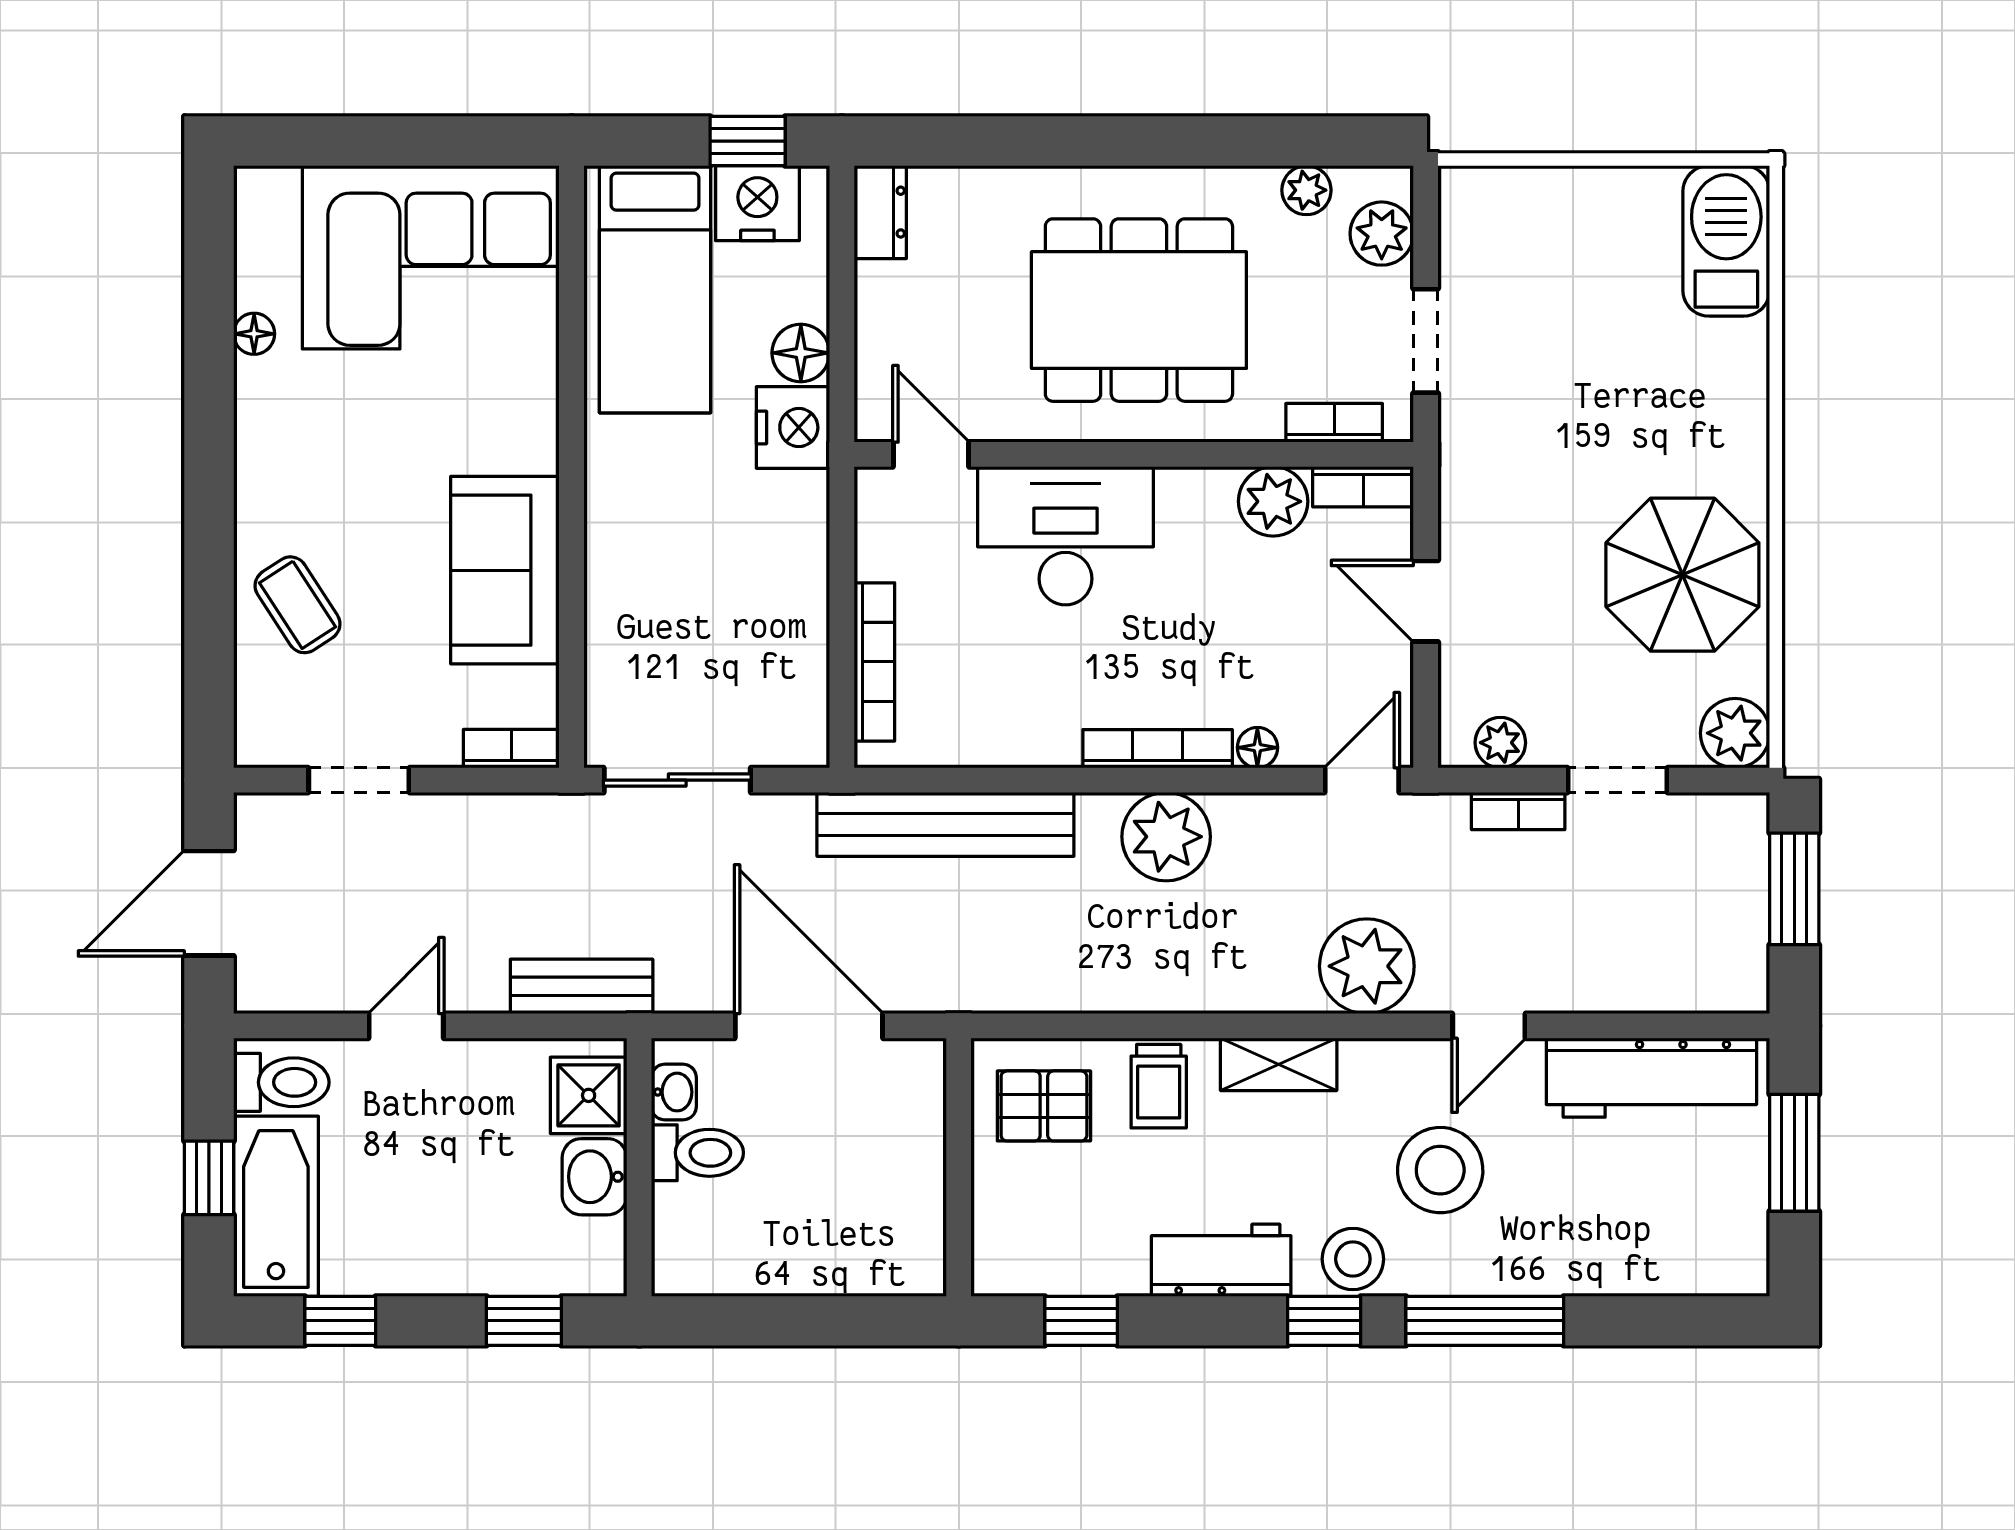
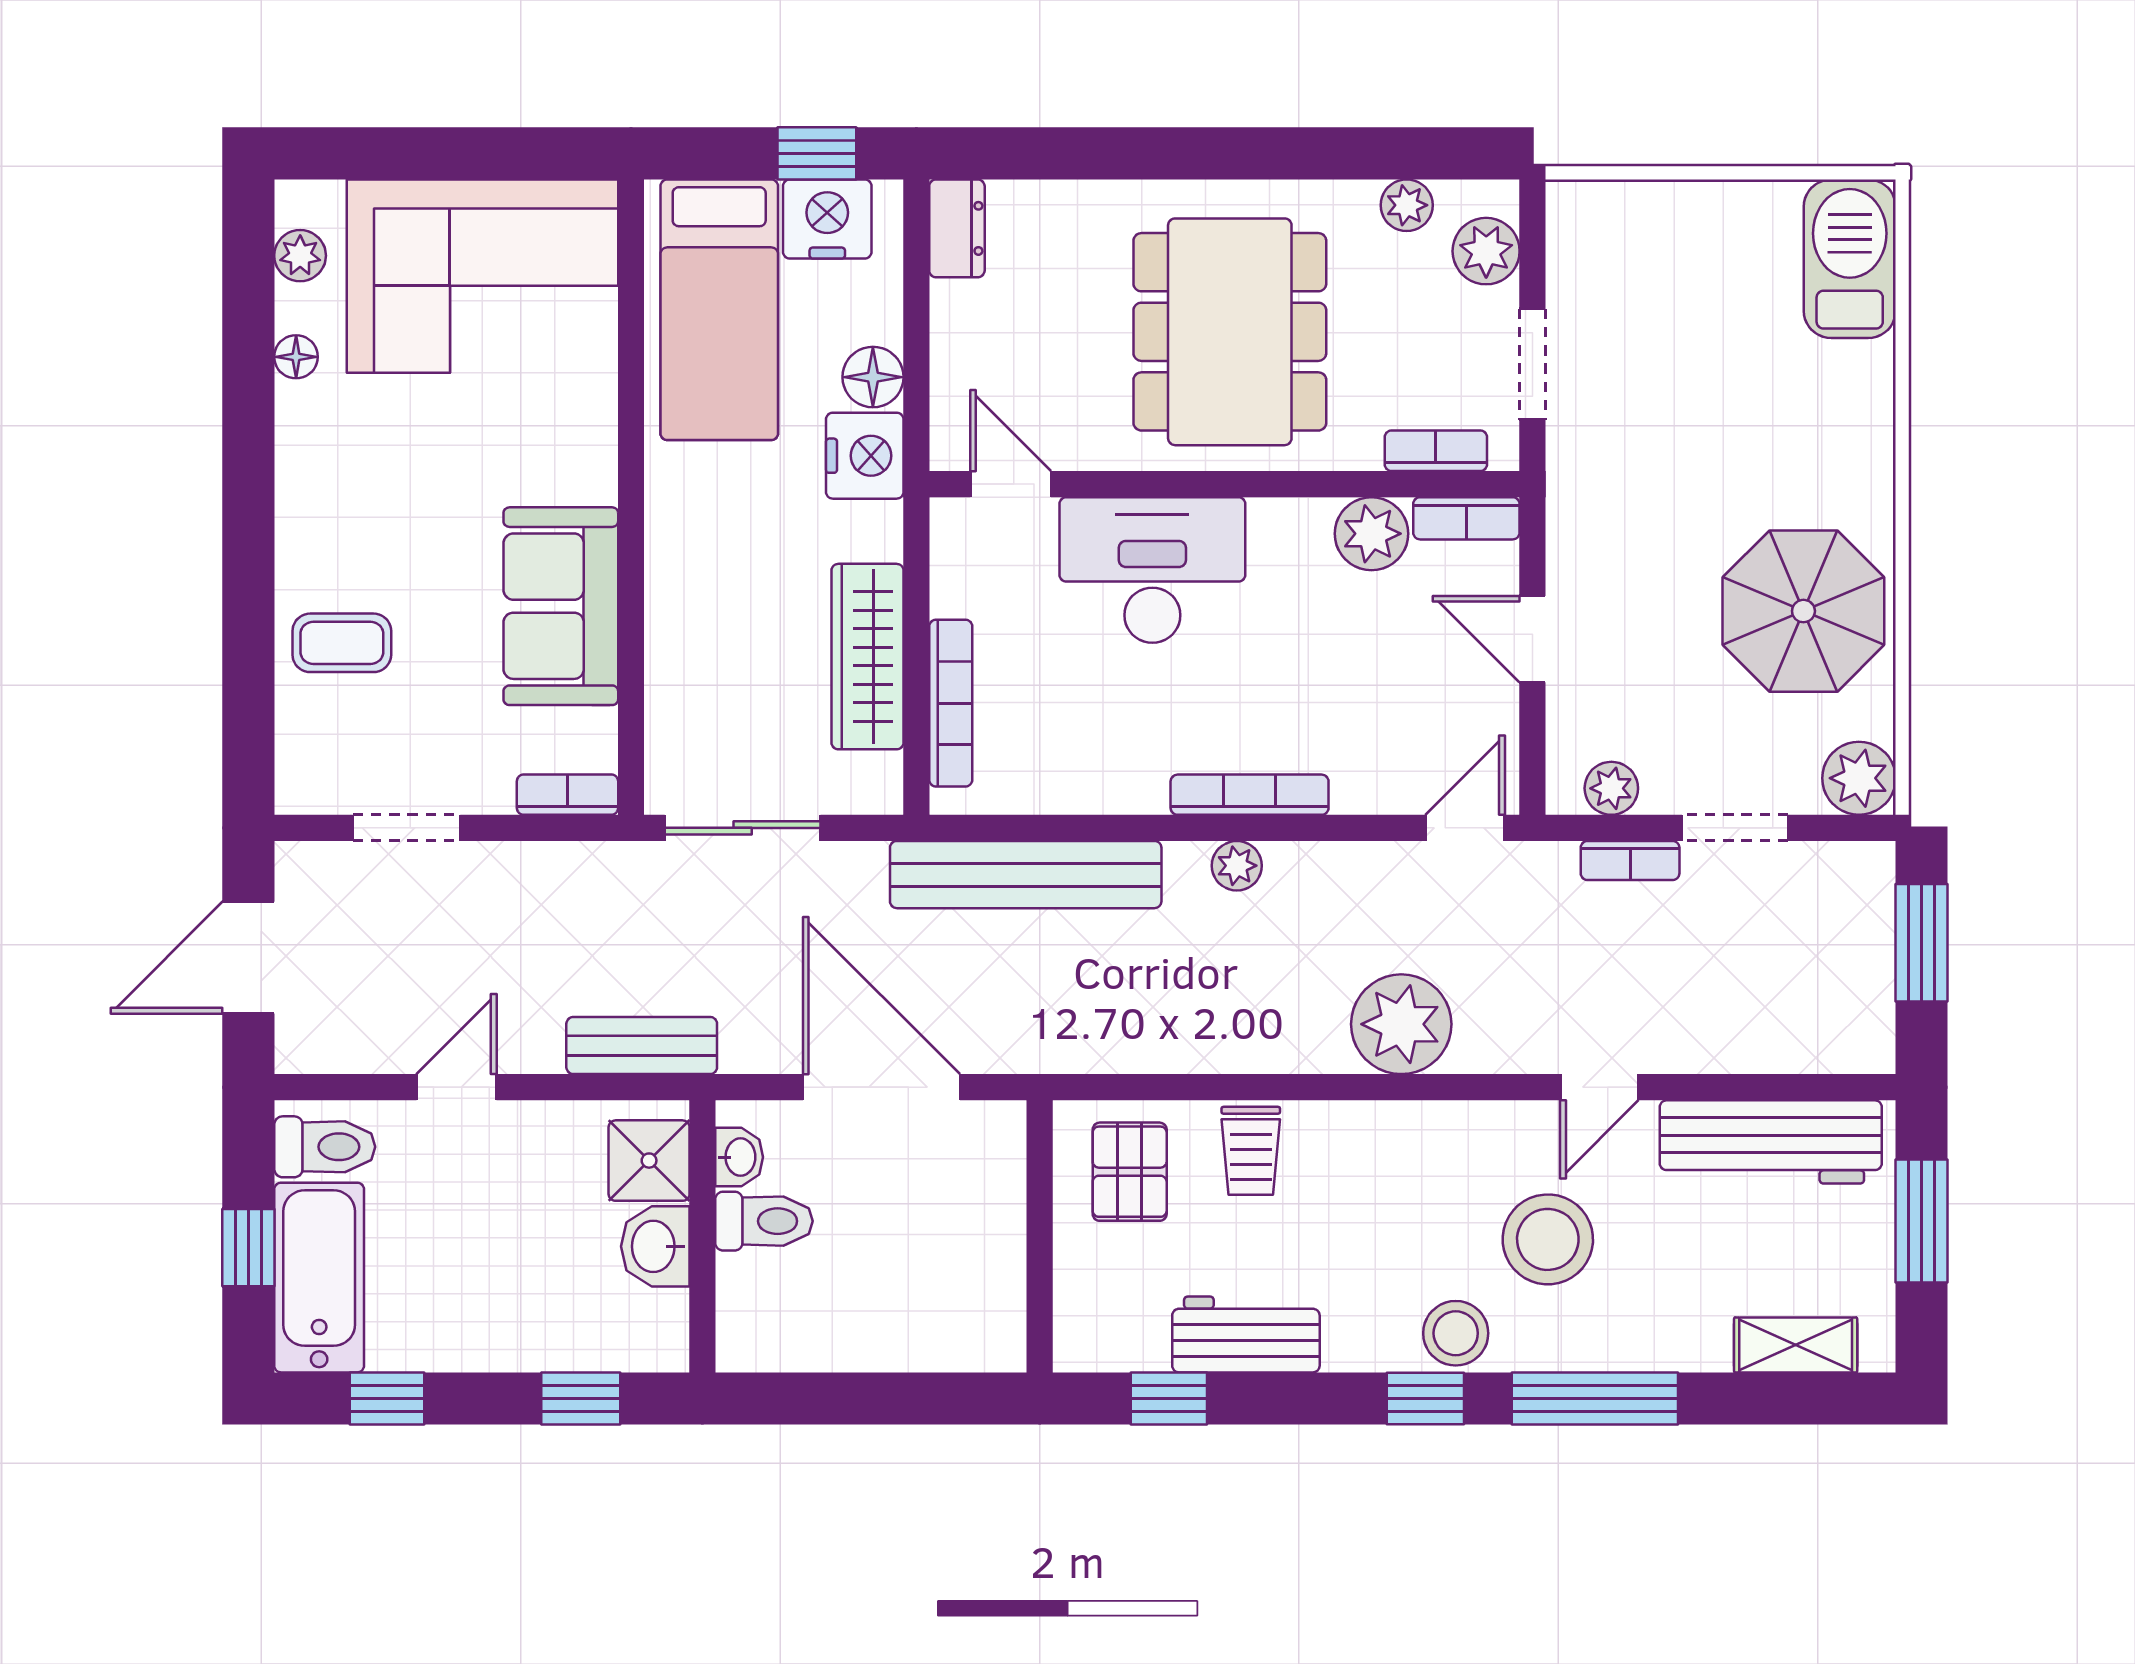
plant: (258, 238) -> (300, 256), added
dining table: (1139, 310) -> (1230, 332), turned 90
coffee table: (297, 605) -> (342, 643), turned -57
wardrobe: (796, 618) -> (867, 657), added
floor lamp: (1257, 748) -> (1355, 794), removed
plant: (1166, 837) -> (1237, 866), width x0.53, depth x0.53
plant: (1367, 966) -> (1401, 1024), moved
shelving: (1279, 1064) -> (1796, 1345), moved
pallet: (1044, 1106) -> (1130, 1172), turned 90
workbench: (1221, 1260) -> (1246, 1335), moved

